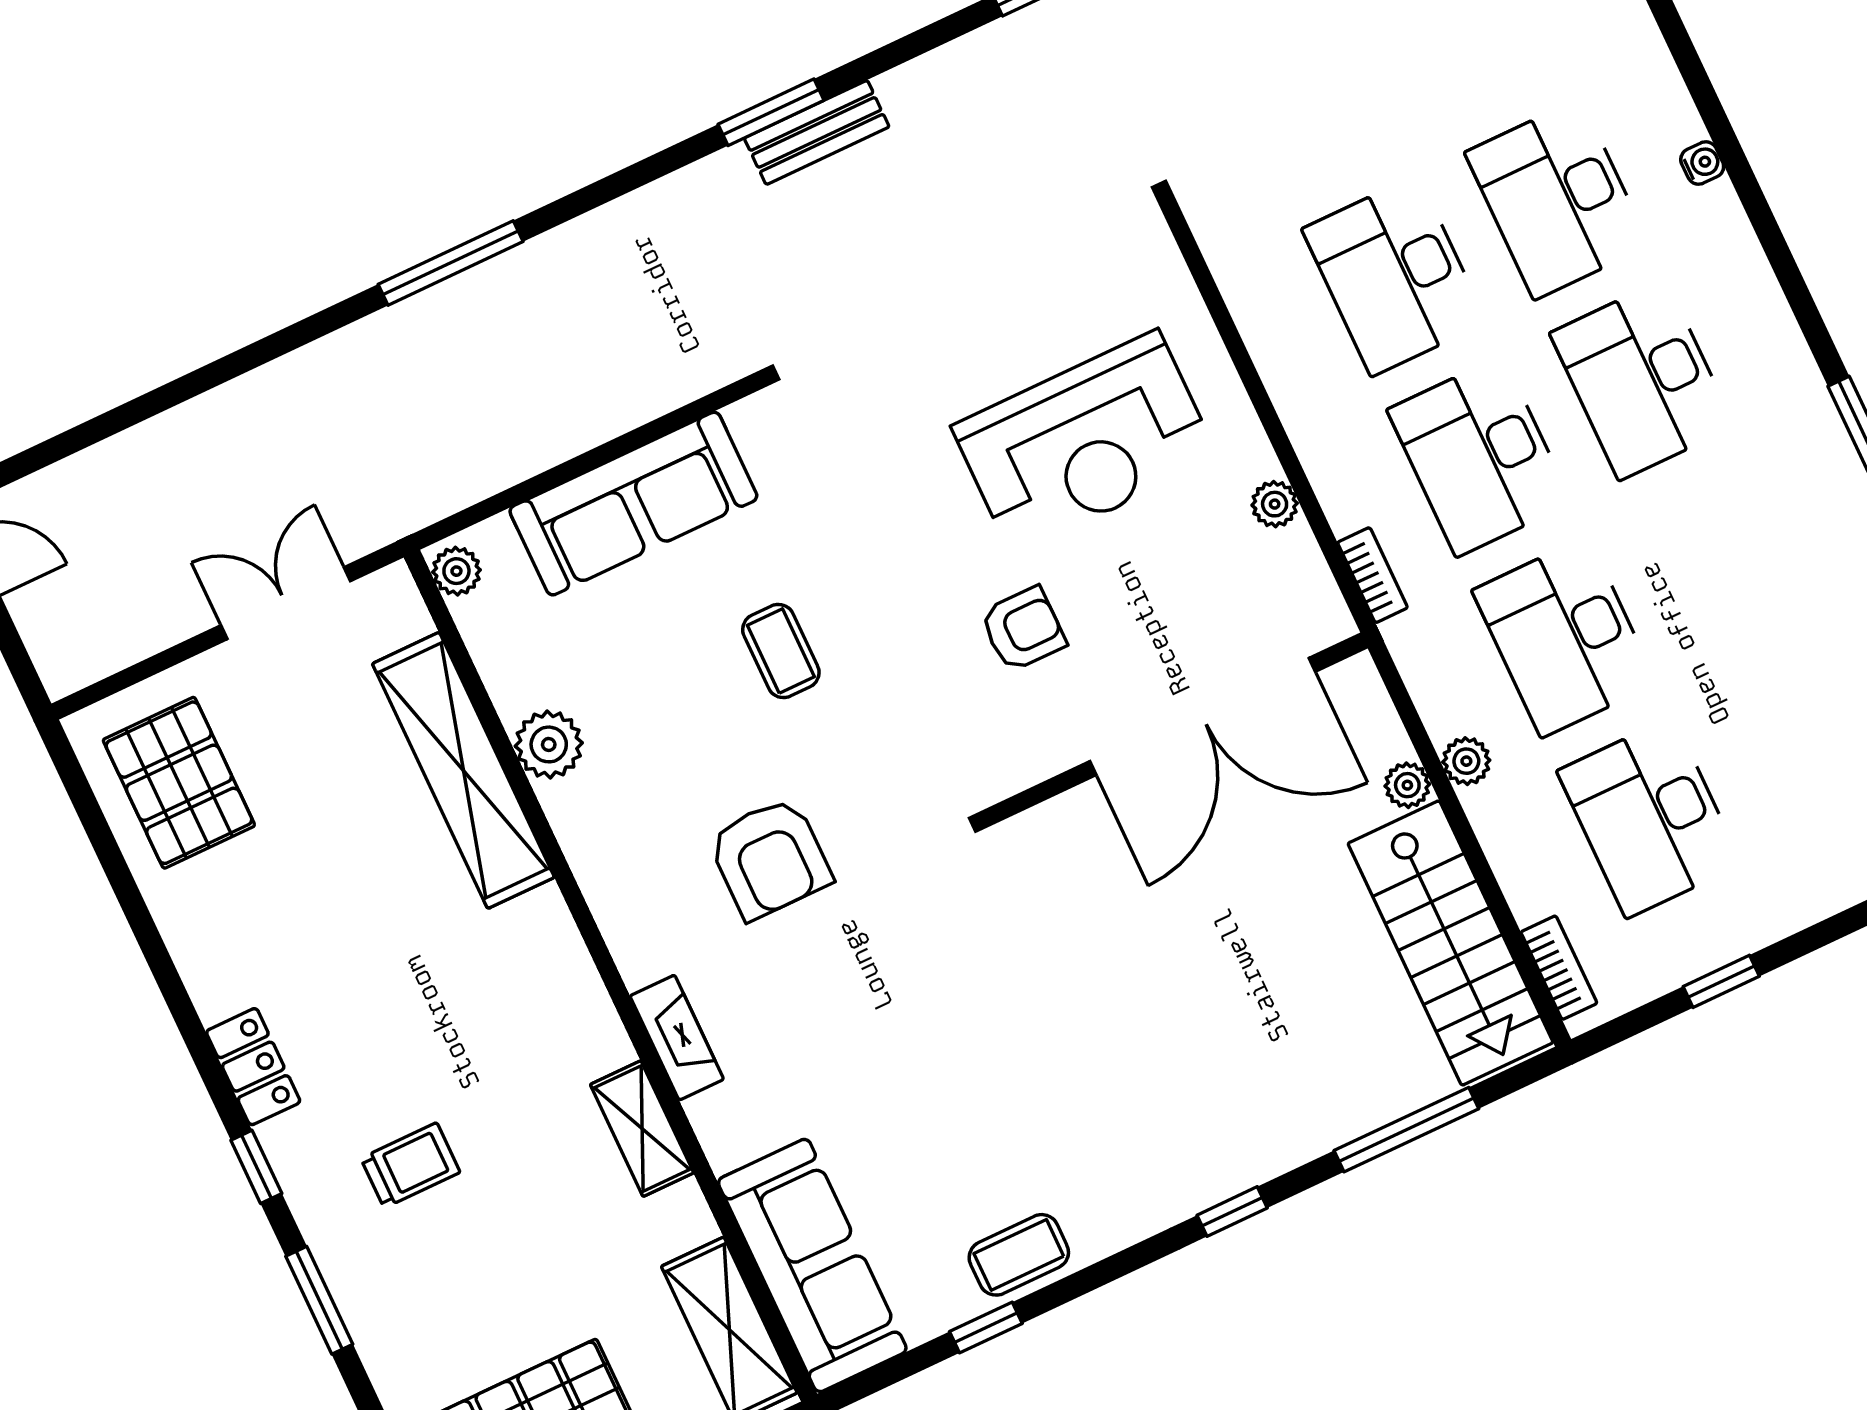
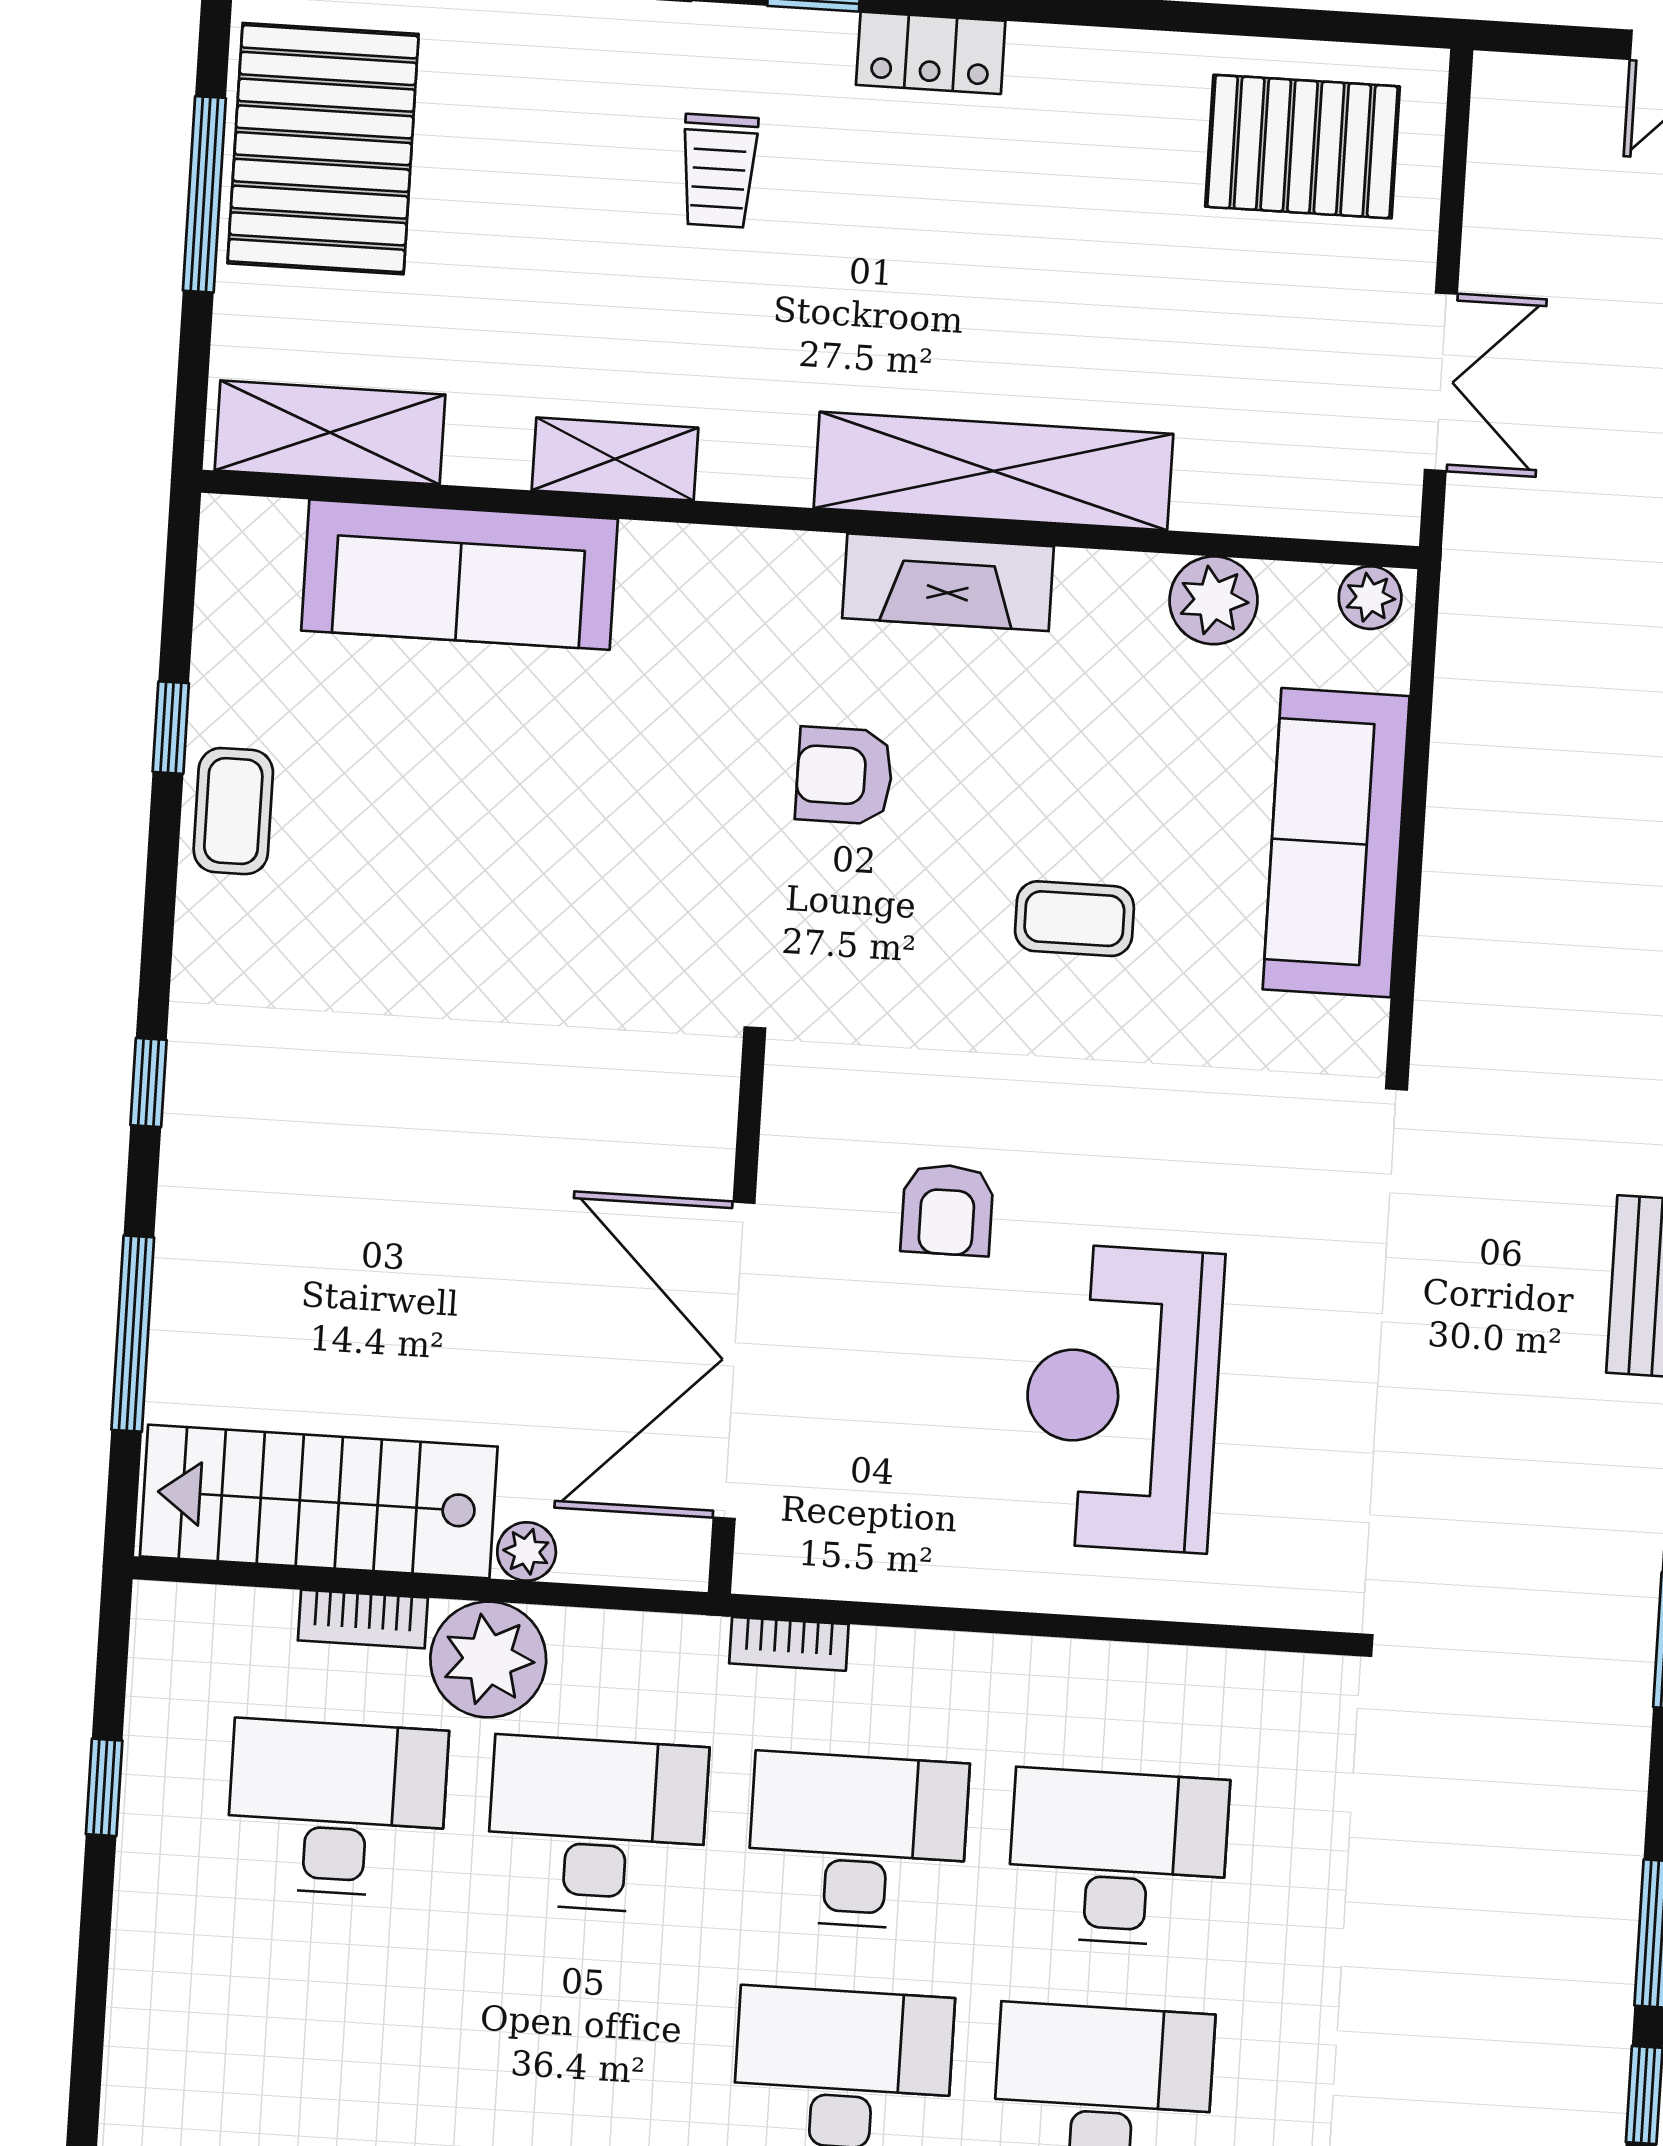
plant: (1275, 504) -> (932, 1576), removed
plant: (549, 744) -> (1214, 600), moved
plant: (1466, 761) -> (488, 1659), width x1.87, depth x1.87
shelving: (463, 770) -> (993, 471), moved
armchair: (770, 858) -> (844, 776), width x0.72, depth x0.72
bookcase: (1559, 968) -> (363, 1619), moved
fireplace: (677, 1038) -> (948, 582), moved, width x1.37, depth x1.32
sofa: (812, 1265) -> (459, 575), moved

